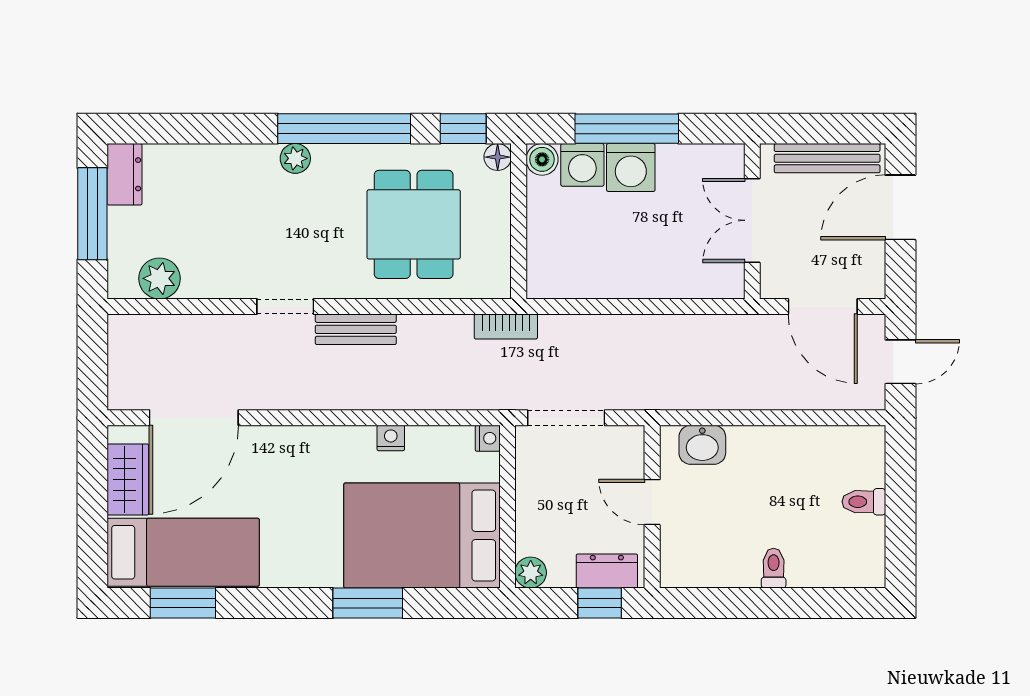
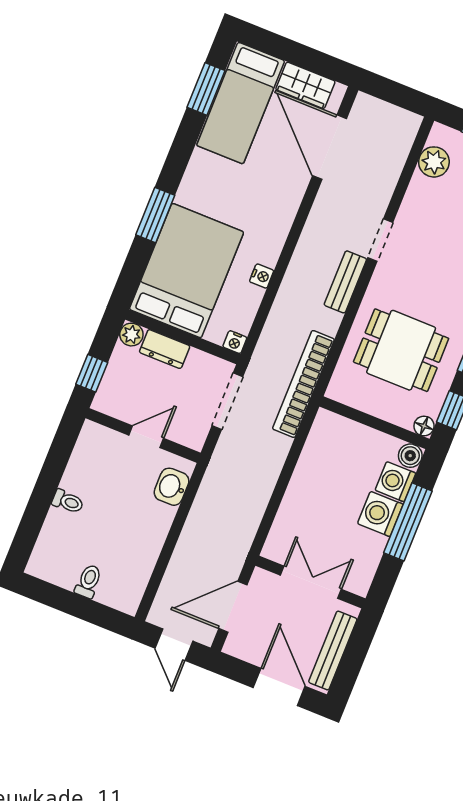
bookcase: (506, 327) -> (303, 384), width x2.31, depth x1.31
dresser: (607, 571) -> (165, 349), moved, turned 90

